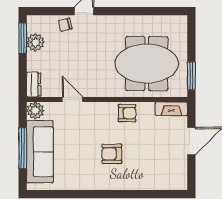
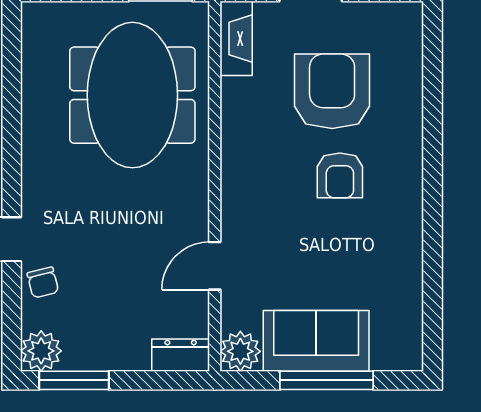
plant: (35, 42) -> (41, 351), moved
armchair: (127, 113) -> (332, 91), moved, width x1.88, depth x1.88
sofa: (40, 152) -> (316, 341), width x0.73

